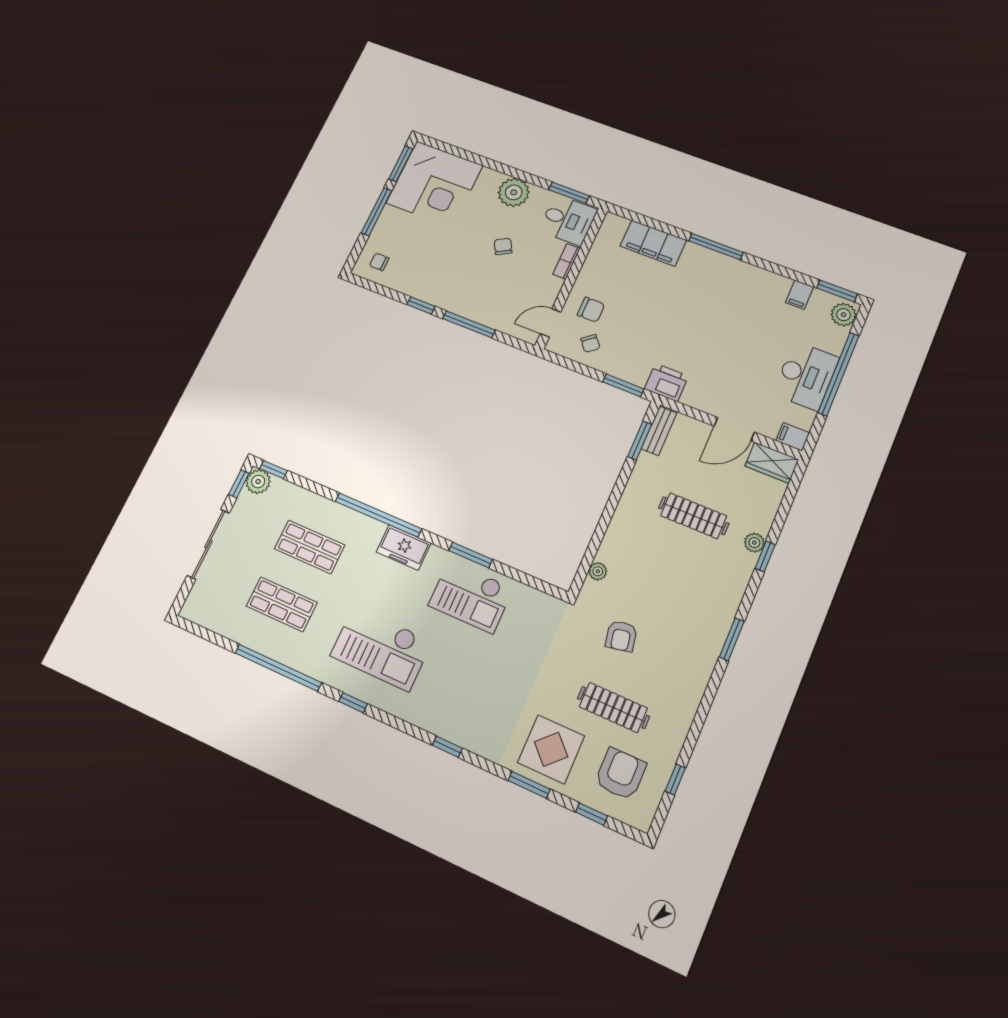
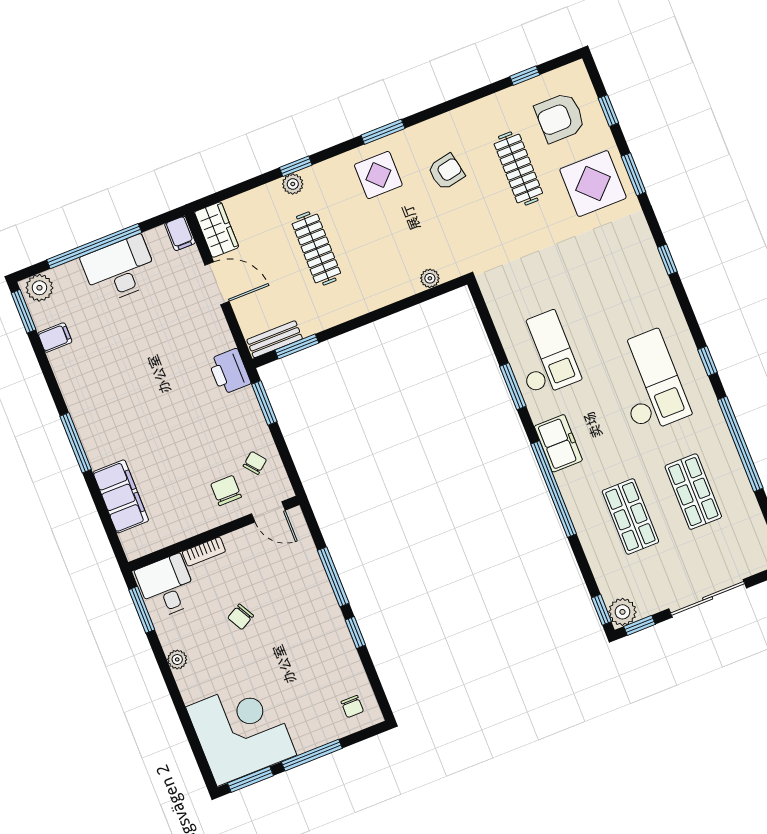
plant: (514, 192) -> (177, 659), width x0.53, depth x0.53
display table: (704, 606) -> (378, 175), added
armchair: (621, 636) -> (446, 172), moved

